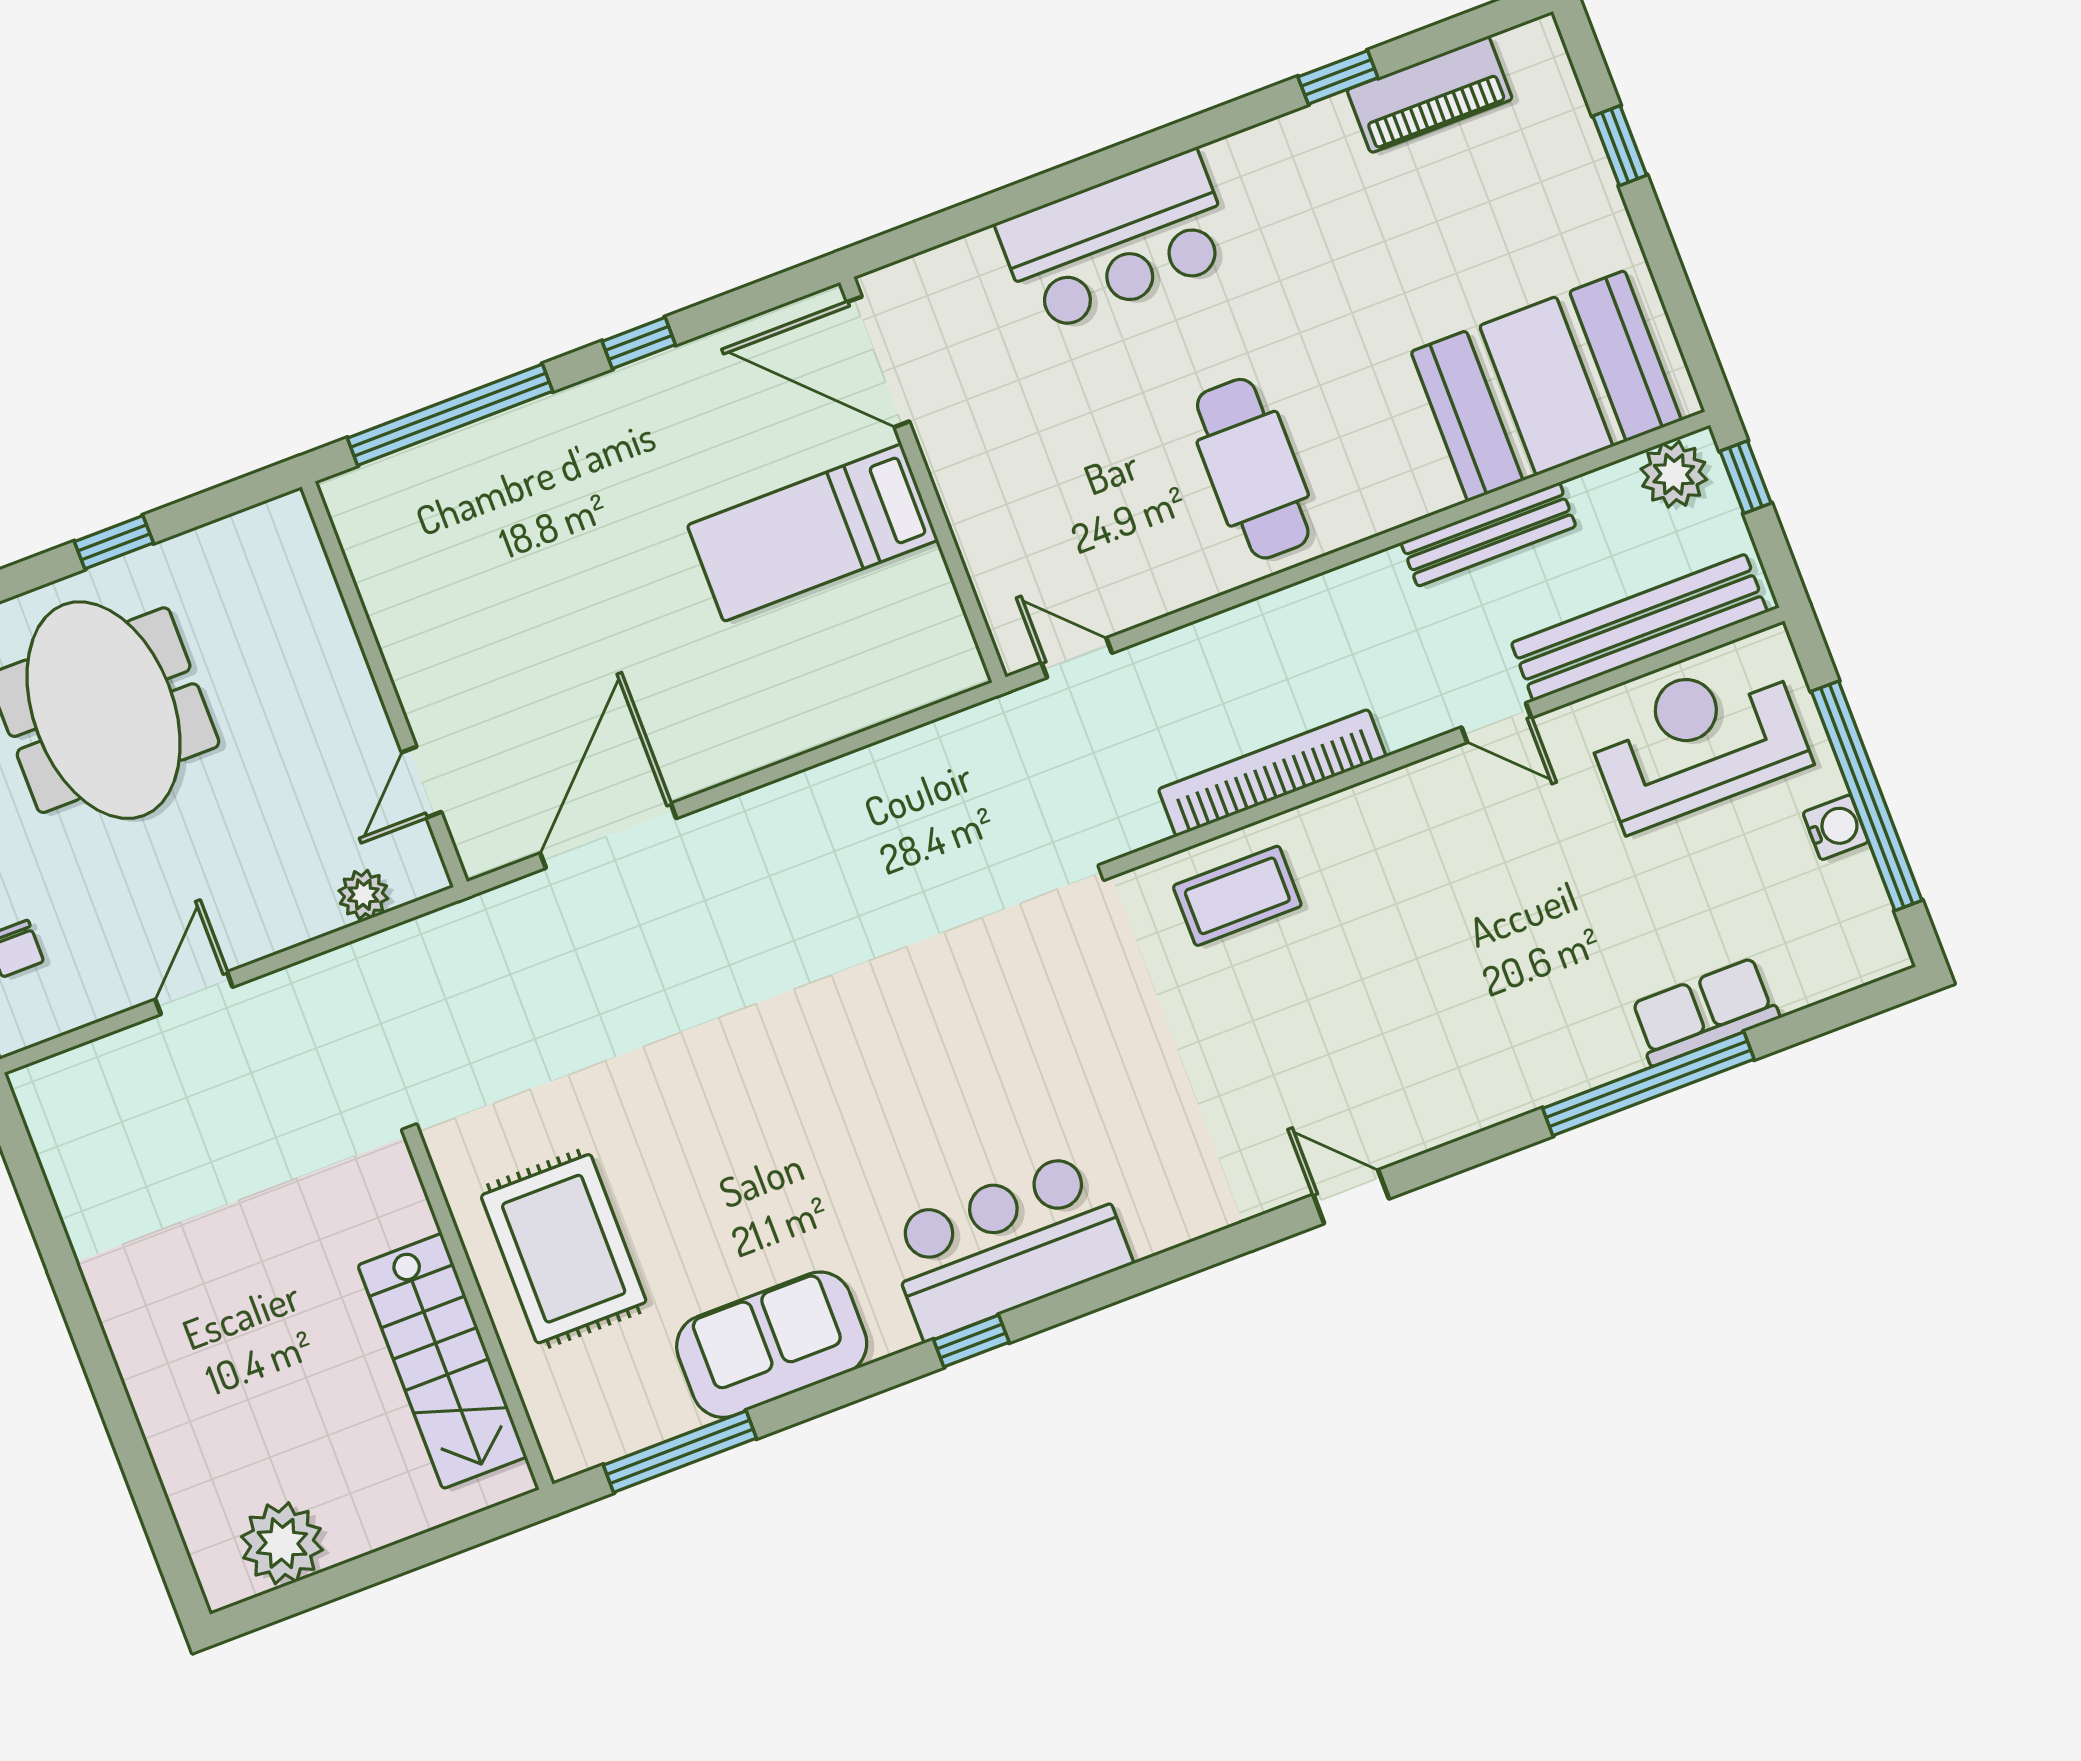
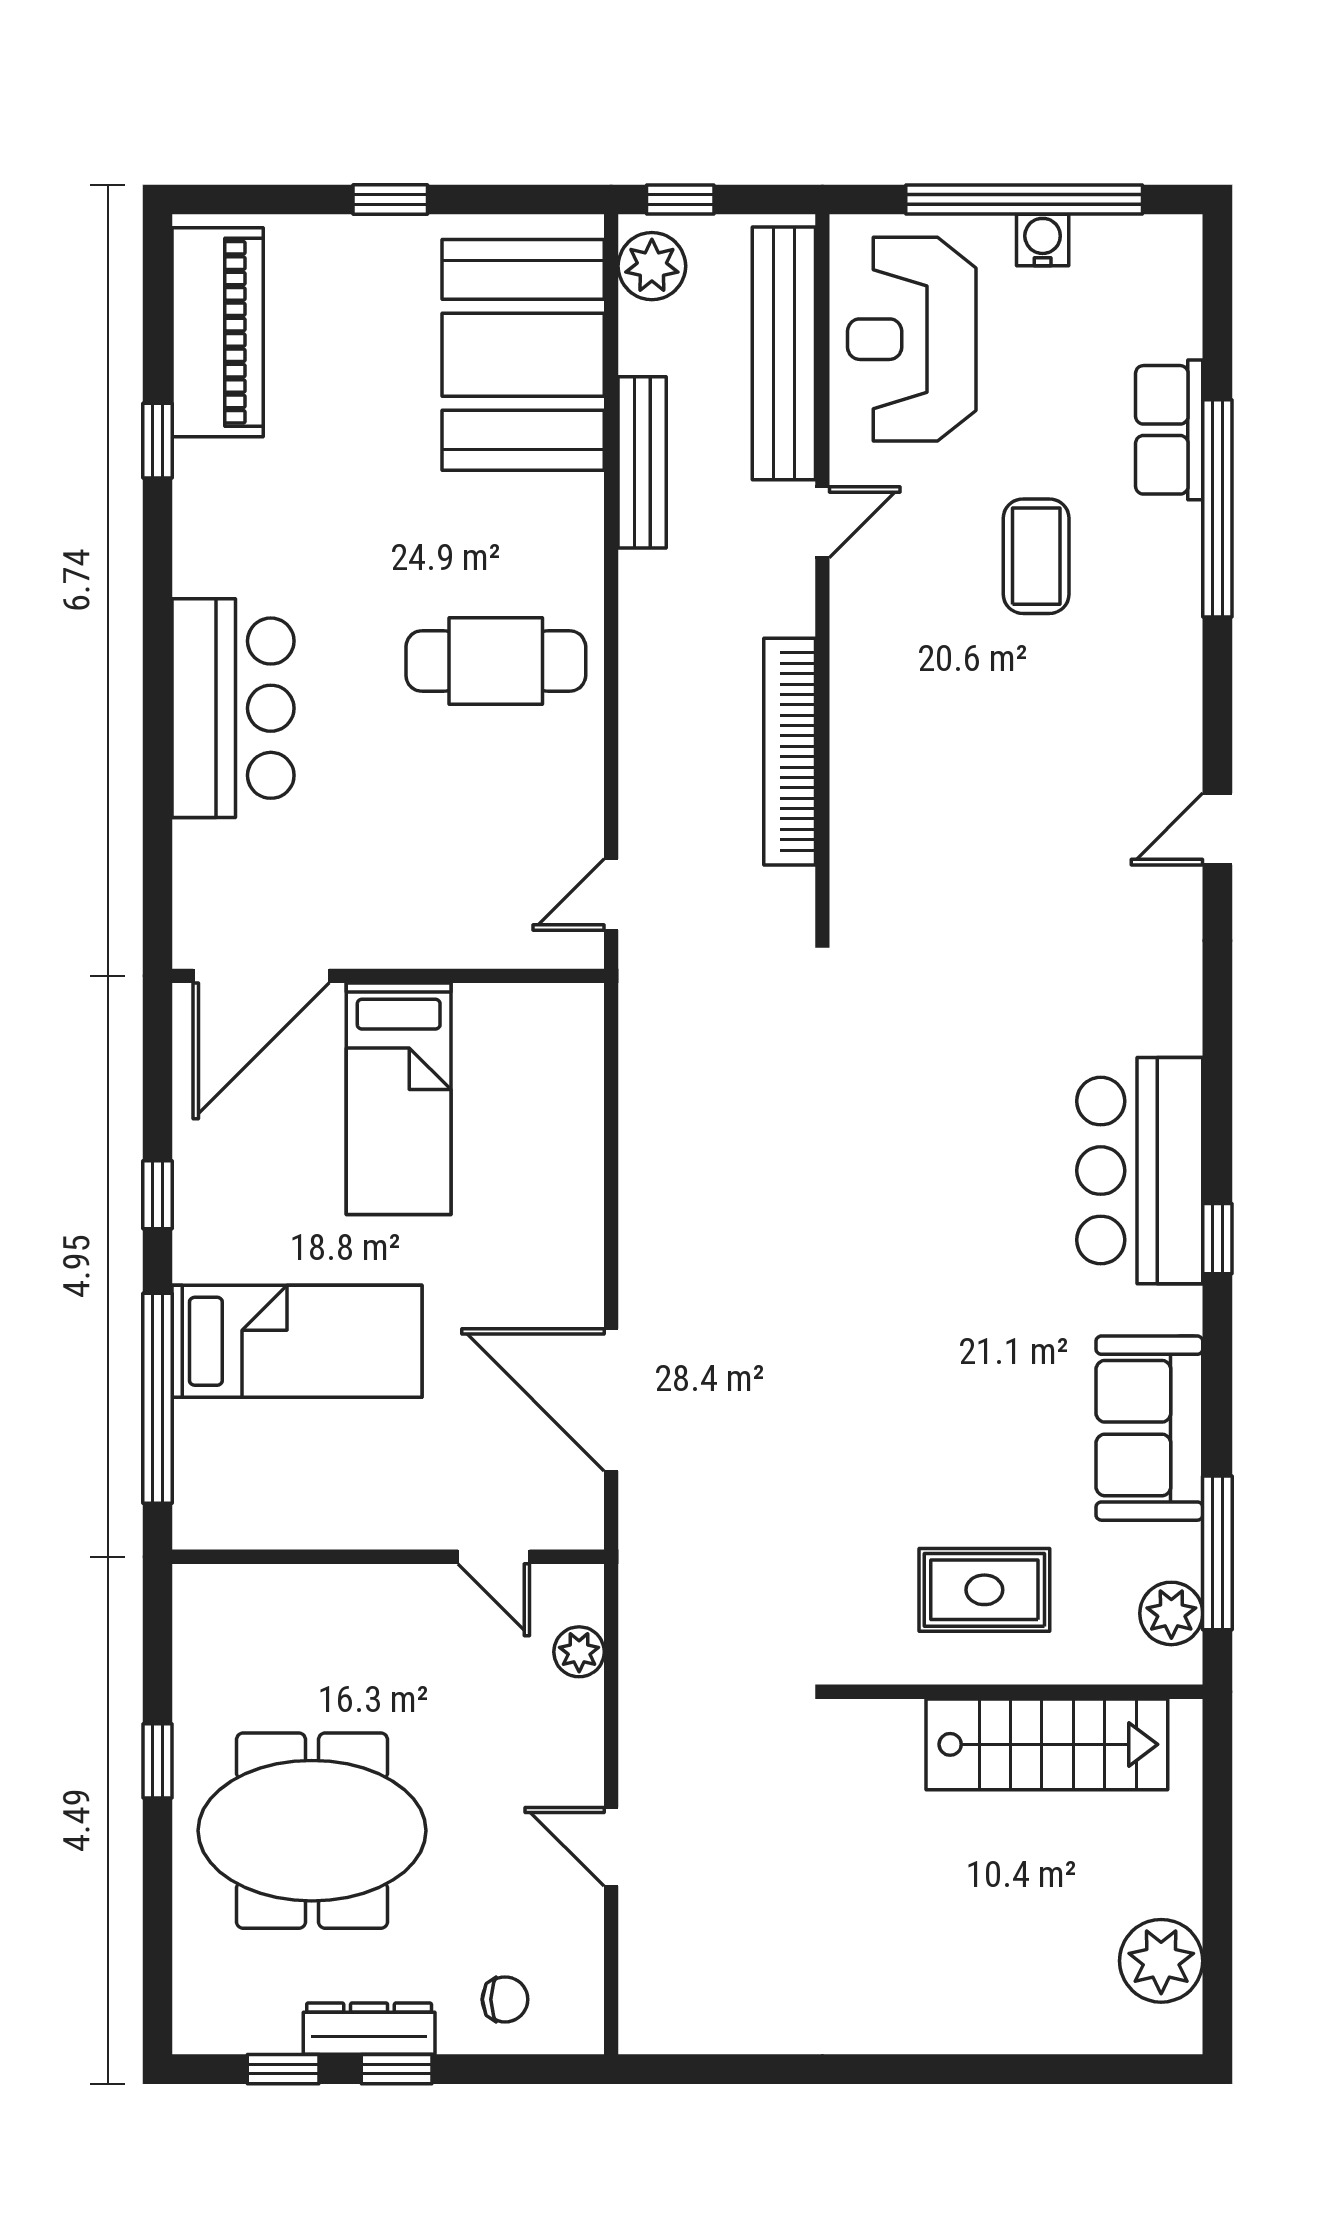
piano: (1430, 94) -> (218, 332), width x1.37, depth x1.33
window: (1620, 146) -> (390, 199), moved
bed: (552, 524) -> (297, 1341), added
coffee table: (1237, 896) -> (1036, 556), moved
rug: (564, 1249) -> (984, 1590), width x0.73, depth x0.70
plant: (608, 1430) -> (1171, 1613), added

